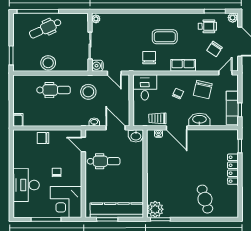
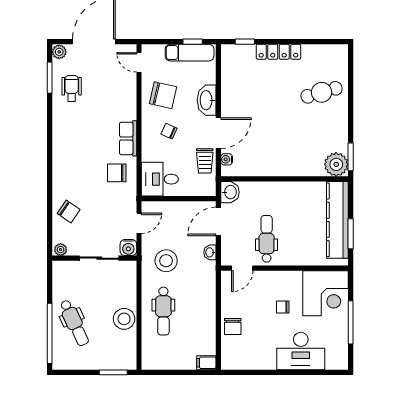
coffee table: (165, 37) -> (87, 150), removed
chair: (214, 49) -> (69, 212), moved
row of seats: (183, 65) -> (128, 138), moved
dental chair: (54, 90) -> (163, 311), turned 180

